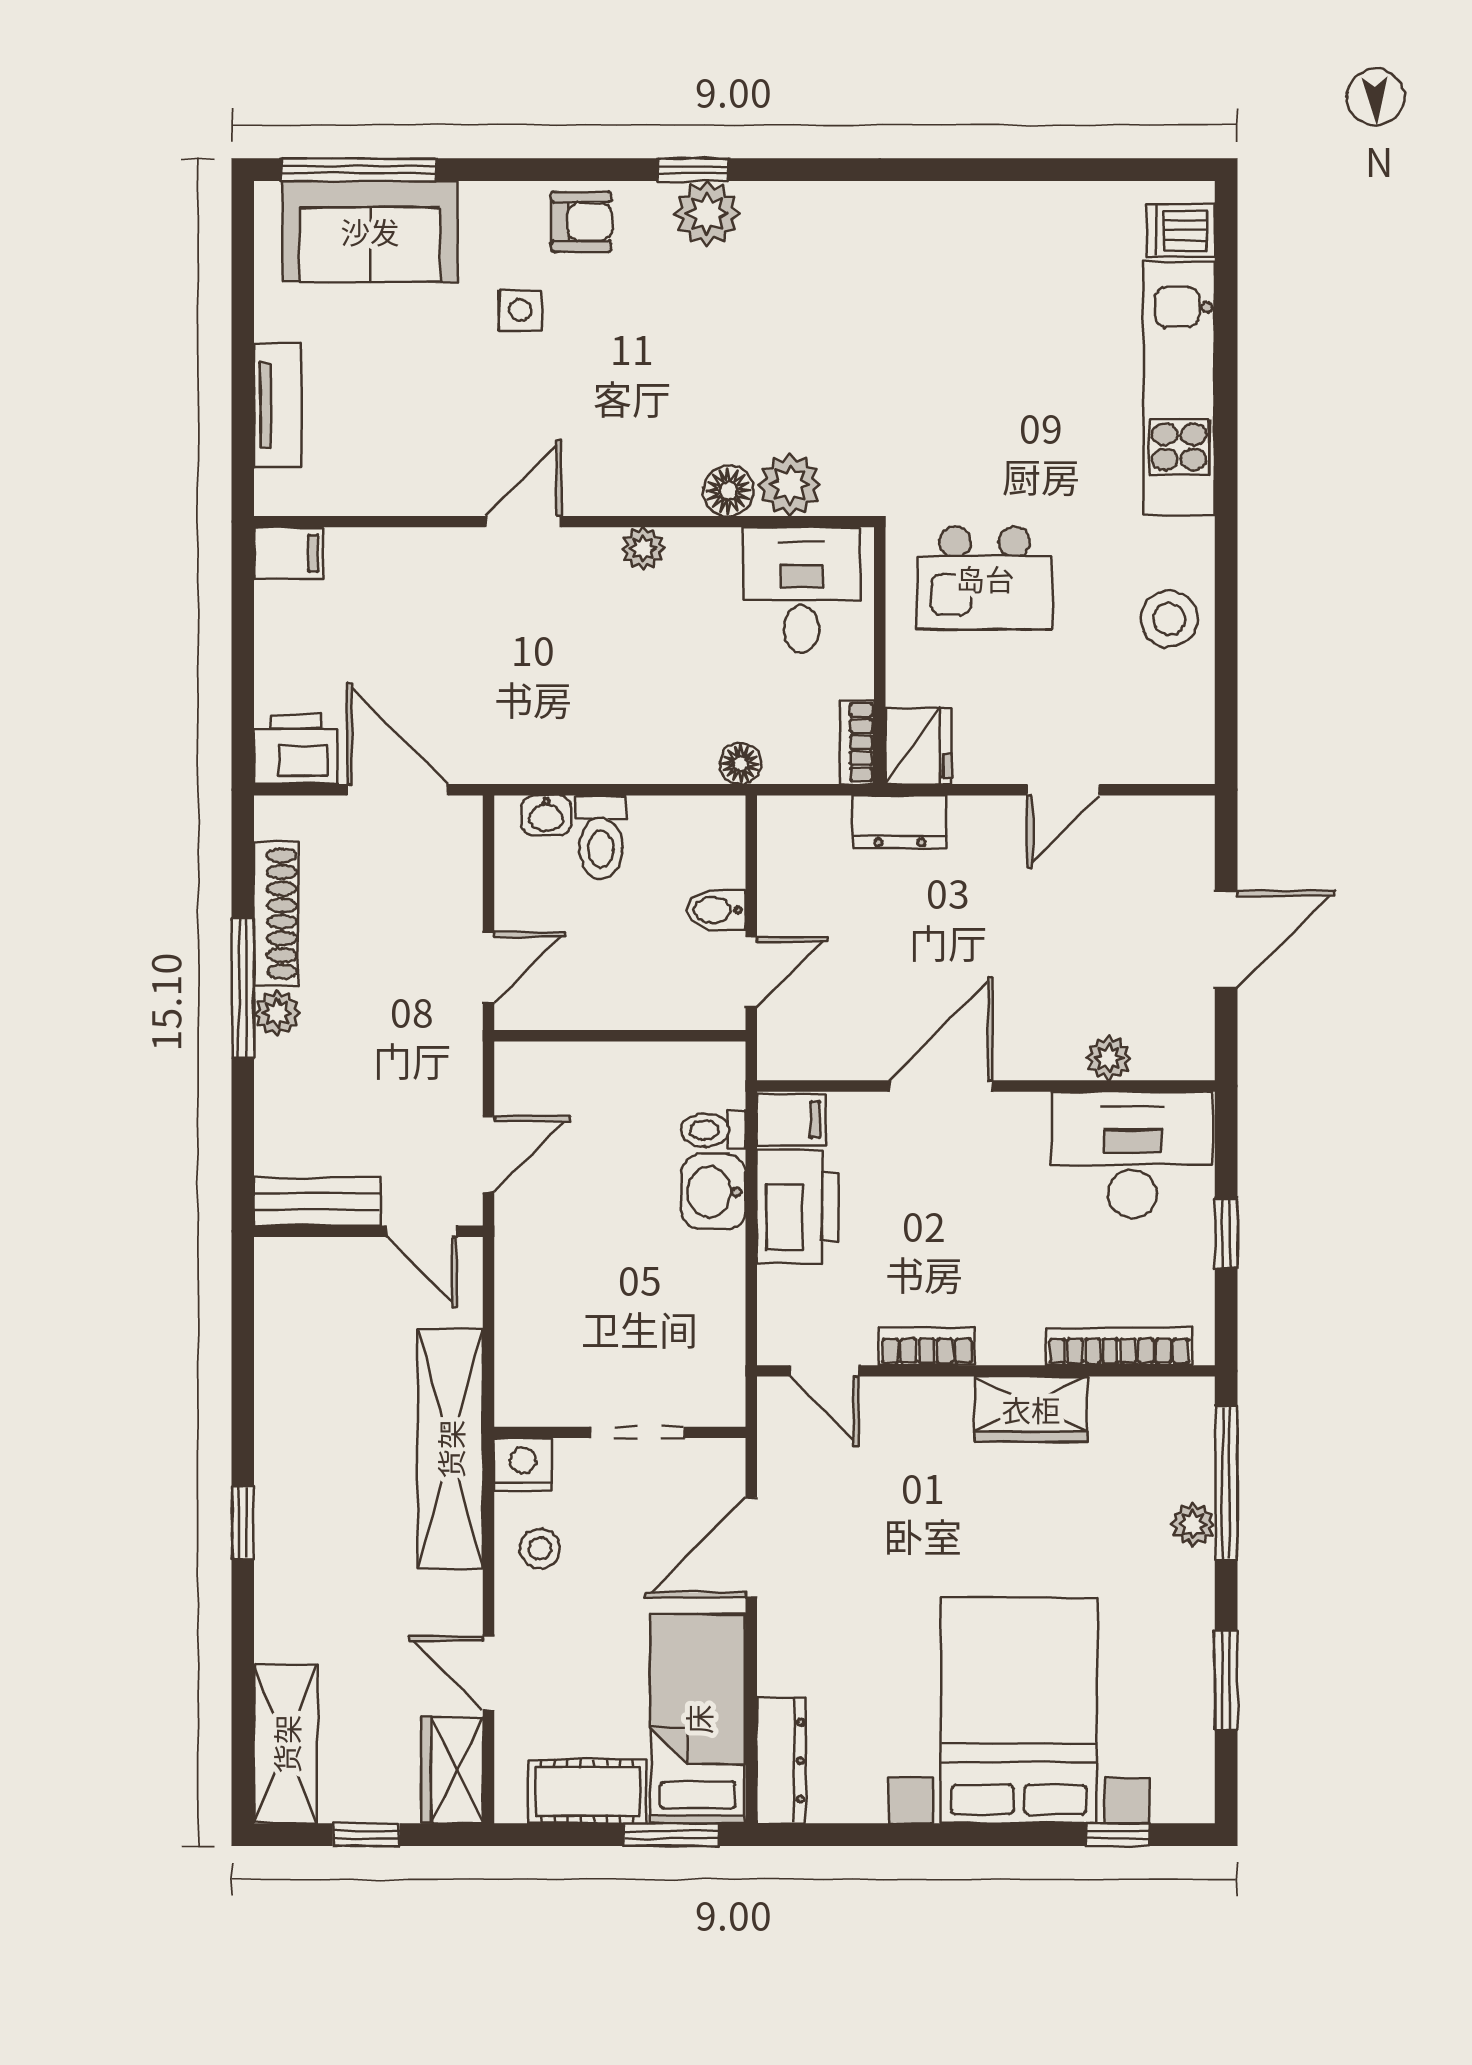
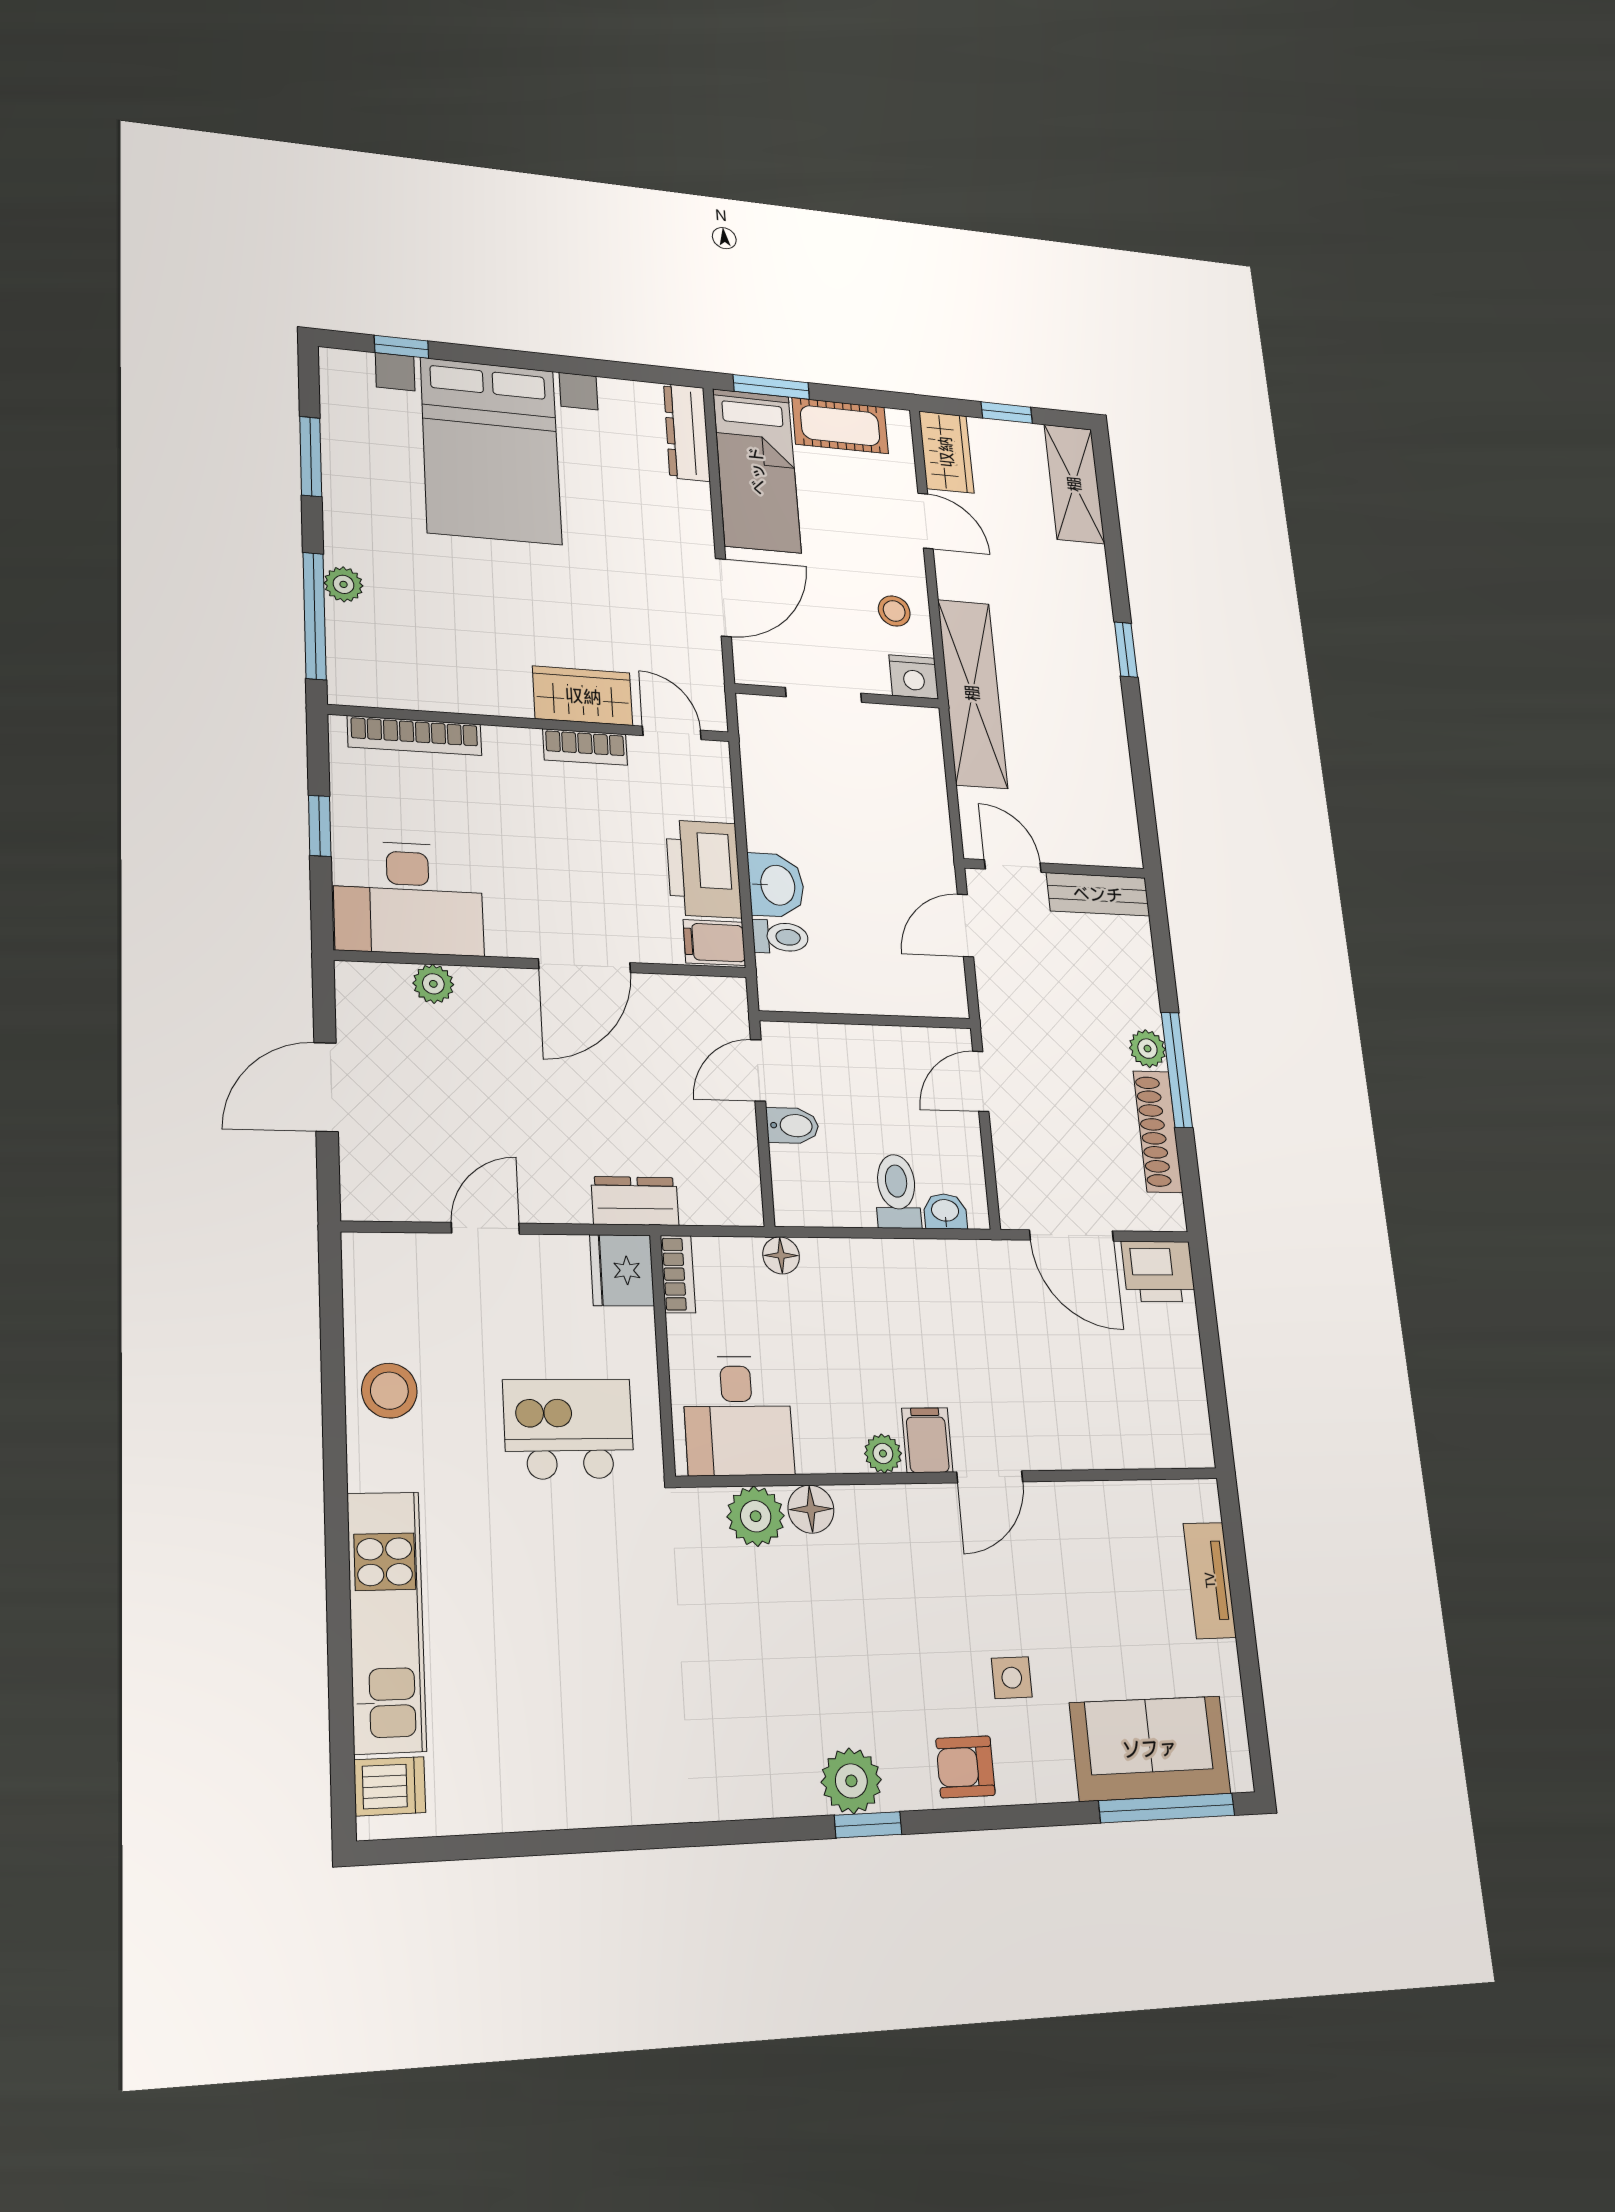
filing cabinet: (289, 553) -> (927, 1440), moved, turned 90
wardrobe: (1031, 1409) -> (583, 696), moved

